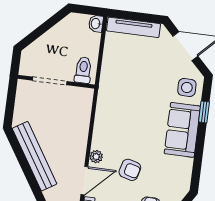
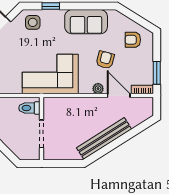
corner sofa: (121, 101) -> (50, 74), added
sofa: (182, 130) -> (86, 22), moved

